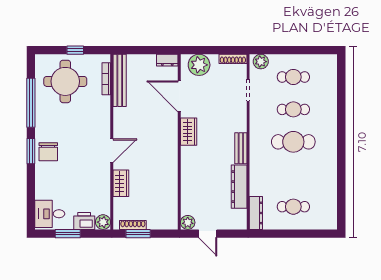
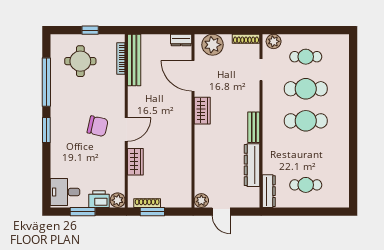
round table: (65, 81) -> (80, 61), width x0.73, depth x0.73
cafe table: (293, 109) -> (306, 89), width x1.37, depth x1.35
chair: (48, 152) -> (98, 126), moved, turned -77

